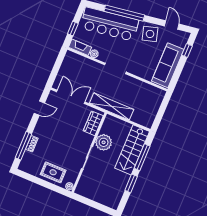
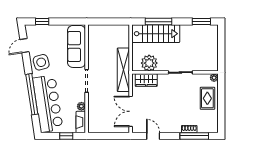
sofa: (168, 65) -> (77, 46), moved, turned 90
plant: (104, 142) -> (149, 63), moved
window: (131, 183) -> (201, 22), moved

